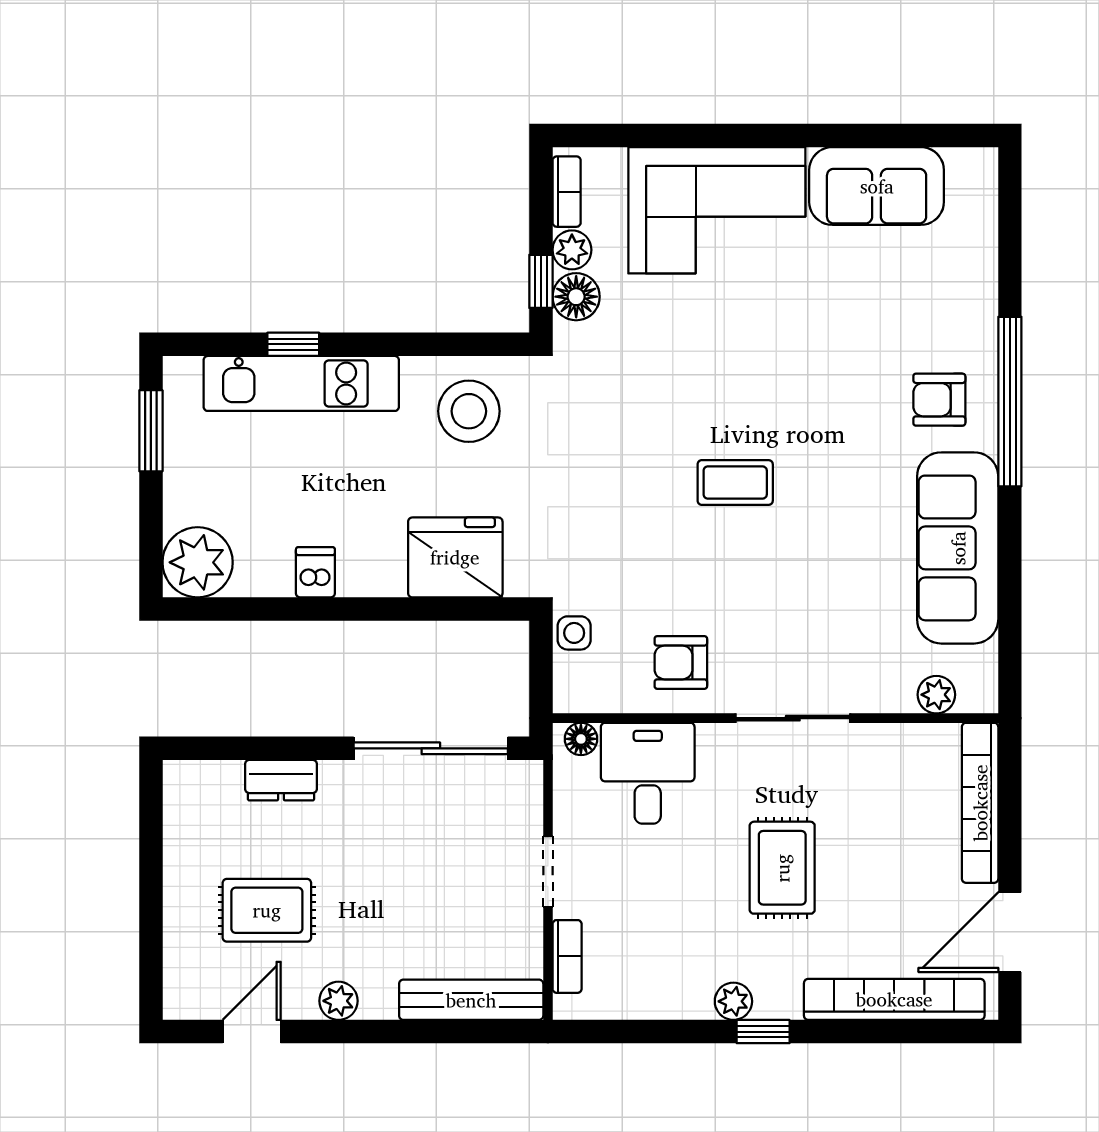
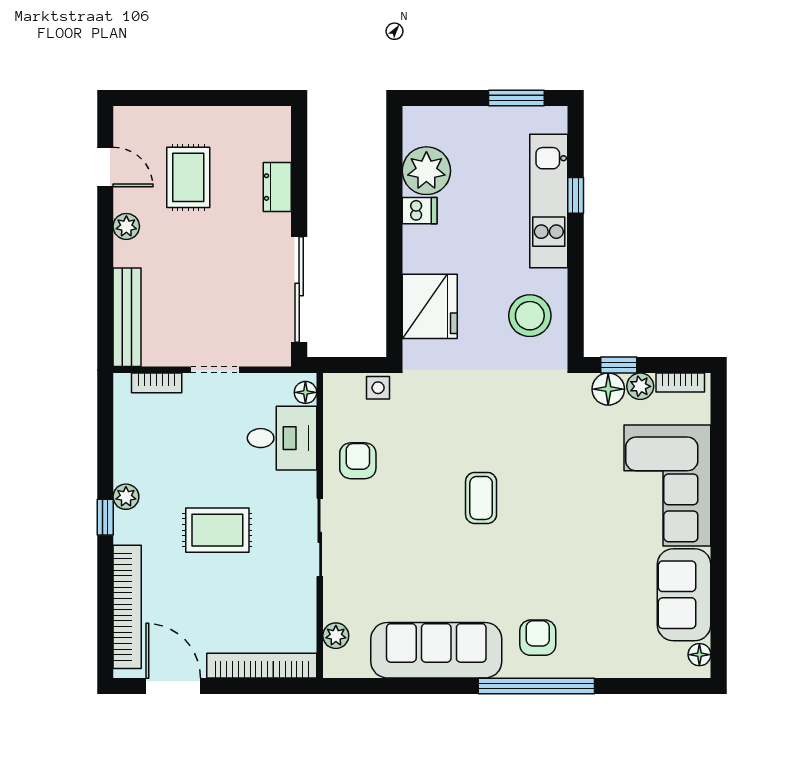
floor lamp: (964, 163) -> (699, 655), added
plant: (198, 562) -> (426, 171), moved

